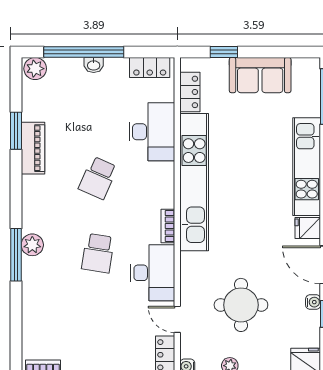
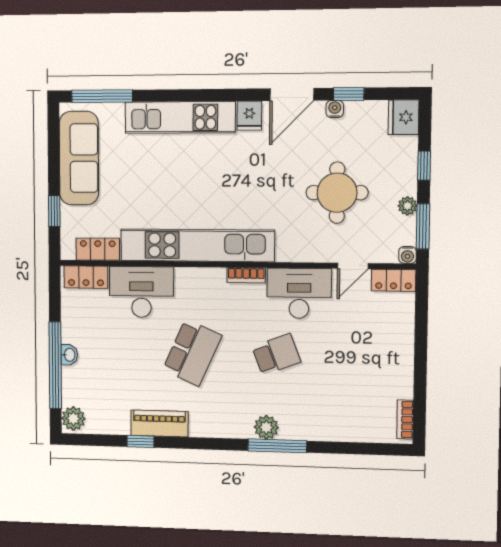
locker: (150, 67) -> (86, 277), moved, turned 90
sofa: (260, 75) -> (79, 158), width x1.36
window: (16, 131) -> (140, 441), width x0.67
school desk: (98, 178) -> (192, 353), width x1.85
school desk: (98, 253) -> (276, 354), turned -30

